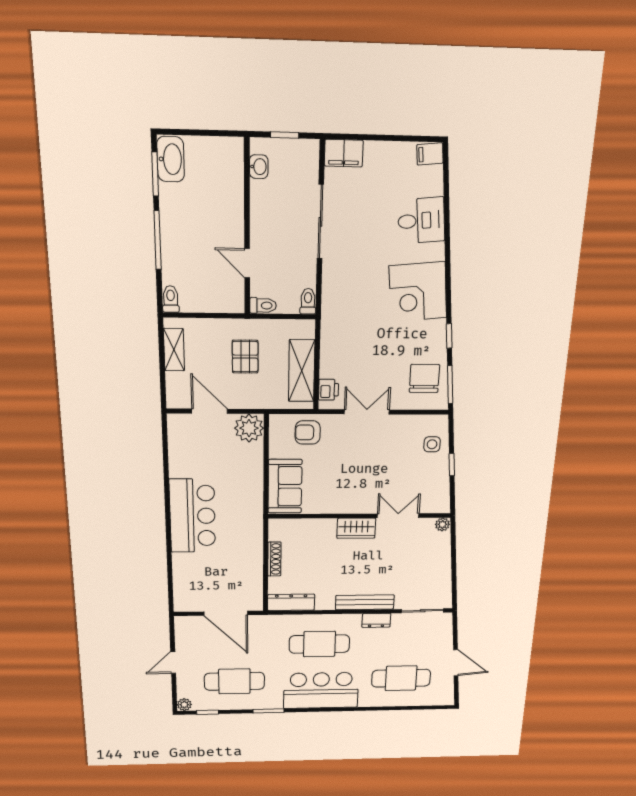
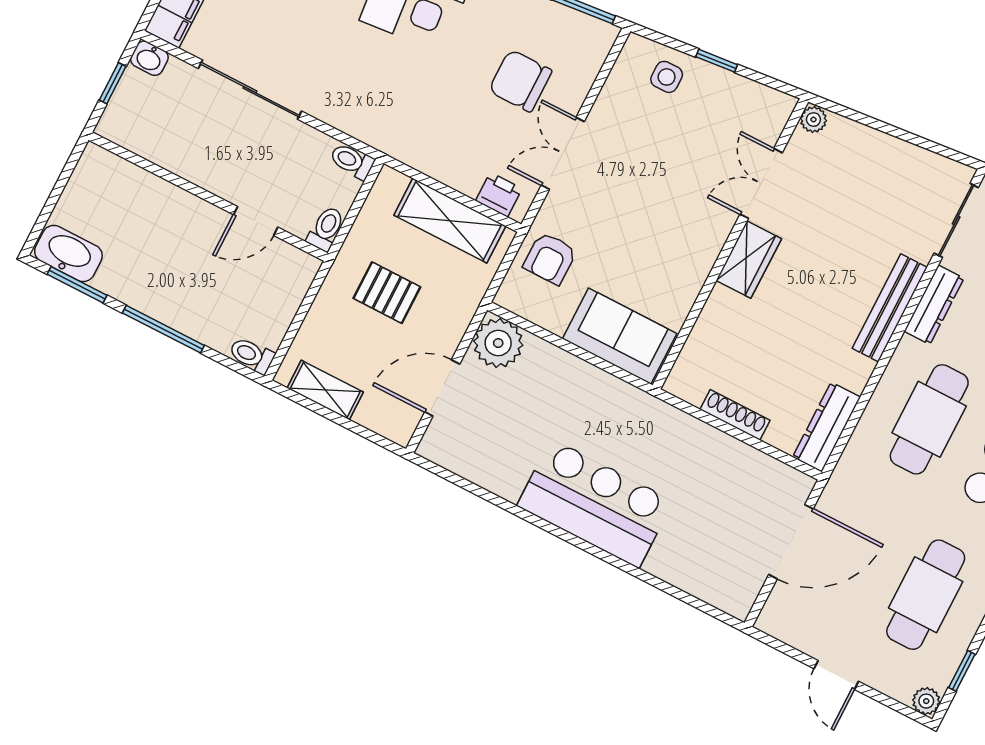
washbasin: (259, 167) -> (149, 58), moved, turned 180
chair: (424, 378) -> (520, 81), moved
dresser: (376, 620) -> (934, 305), width x1.44

